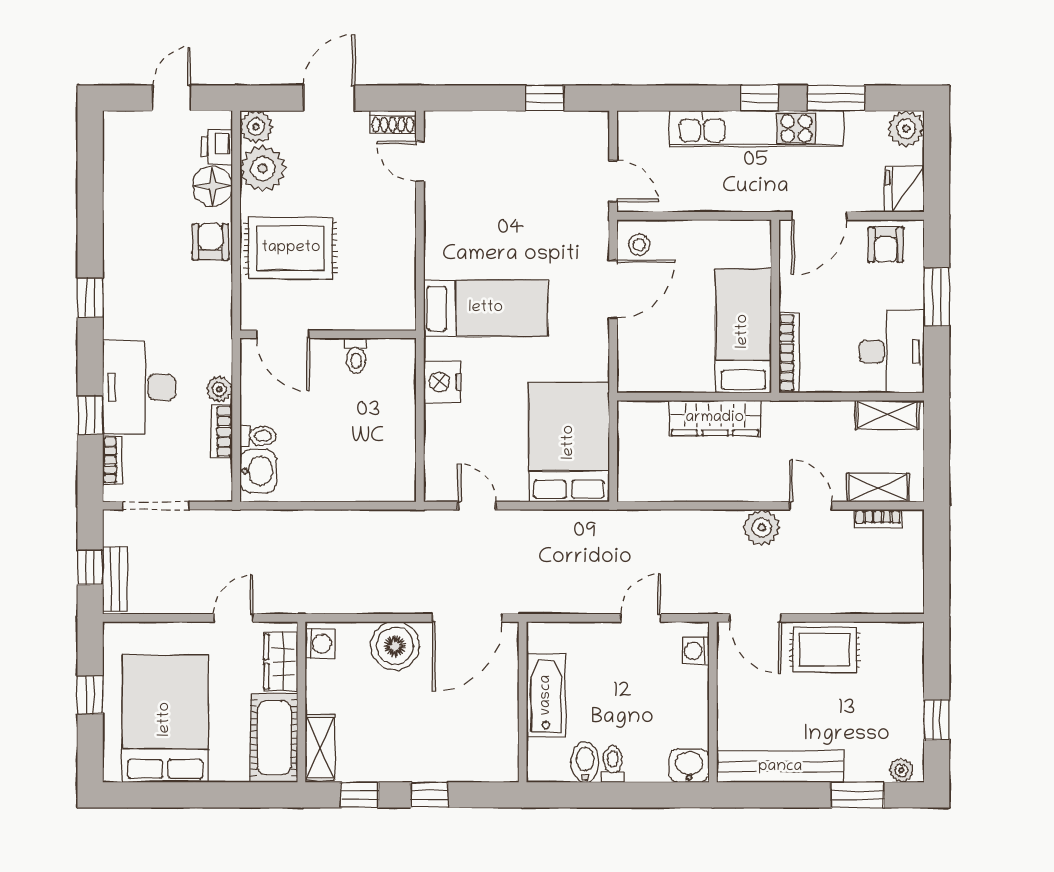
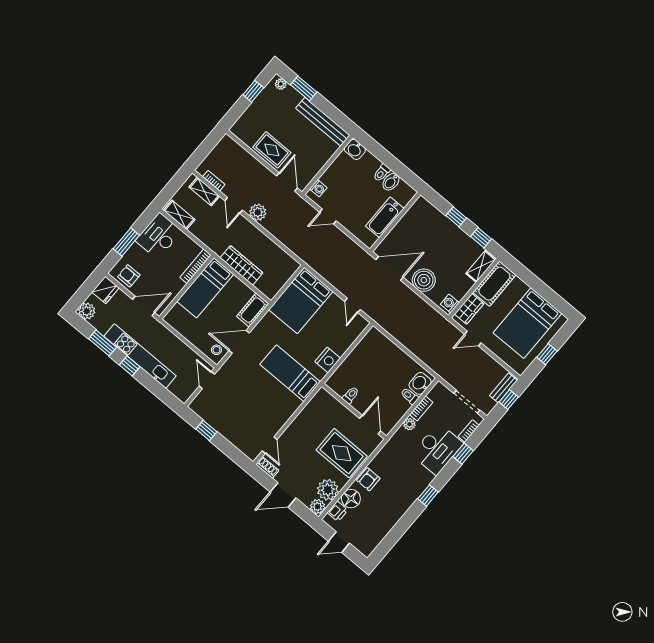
armchair: (886, 245) -> (129, 276), turned -90
cot: (635, 360) -> (253, 310), added

